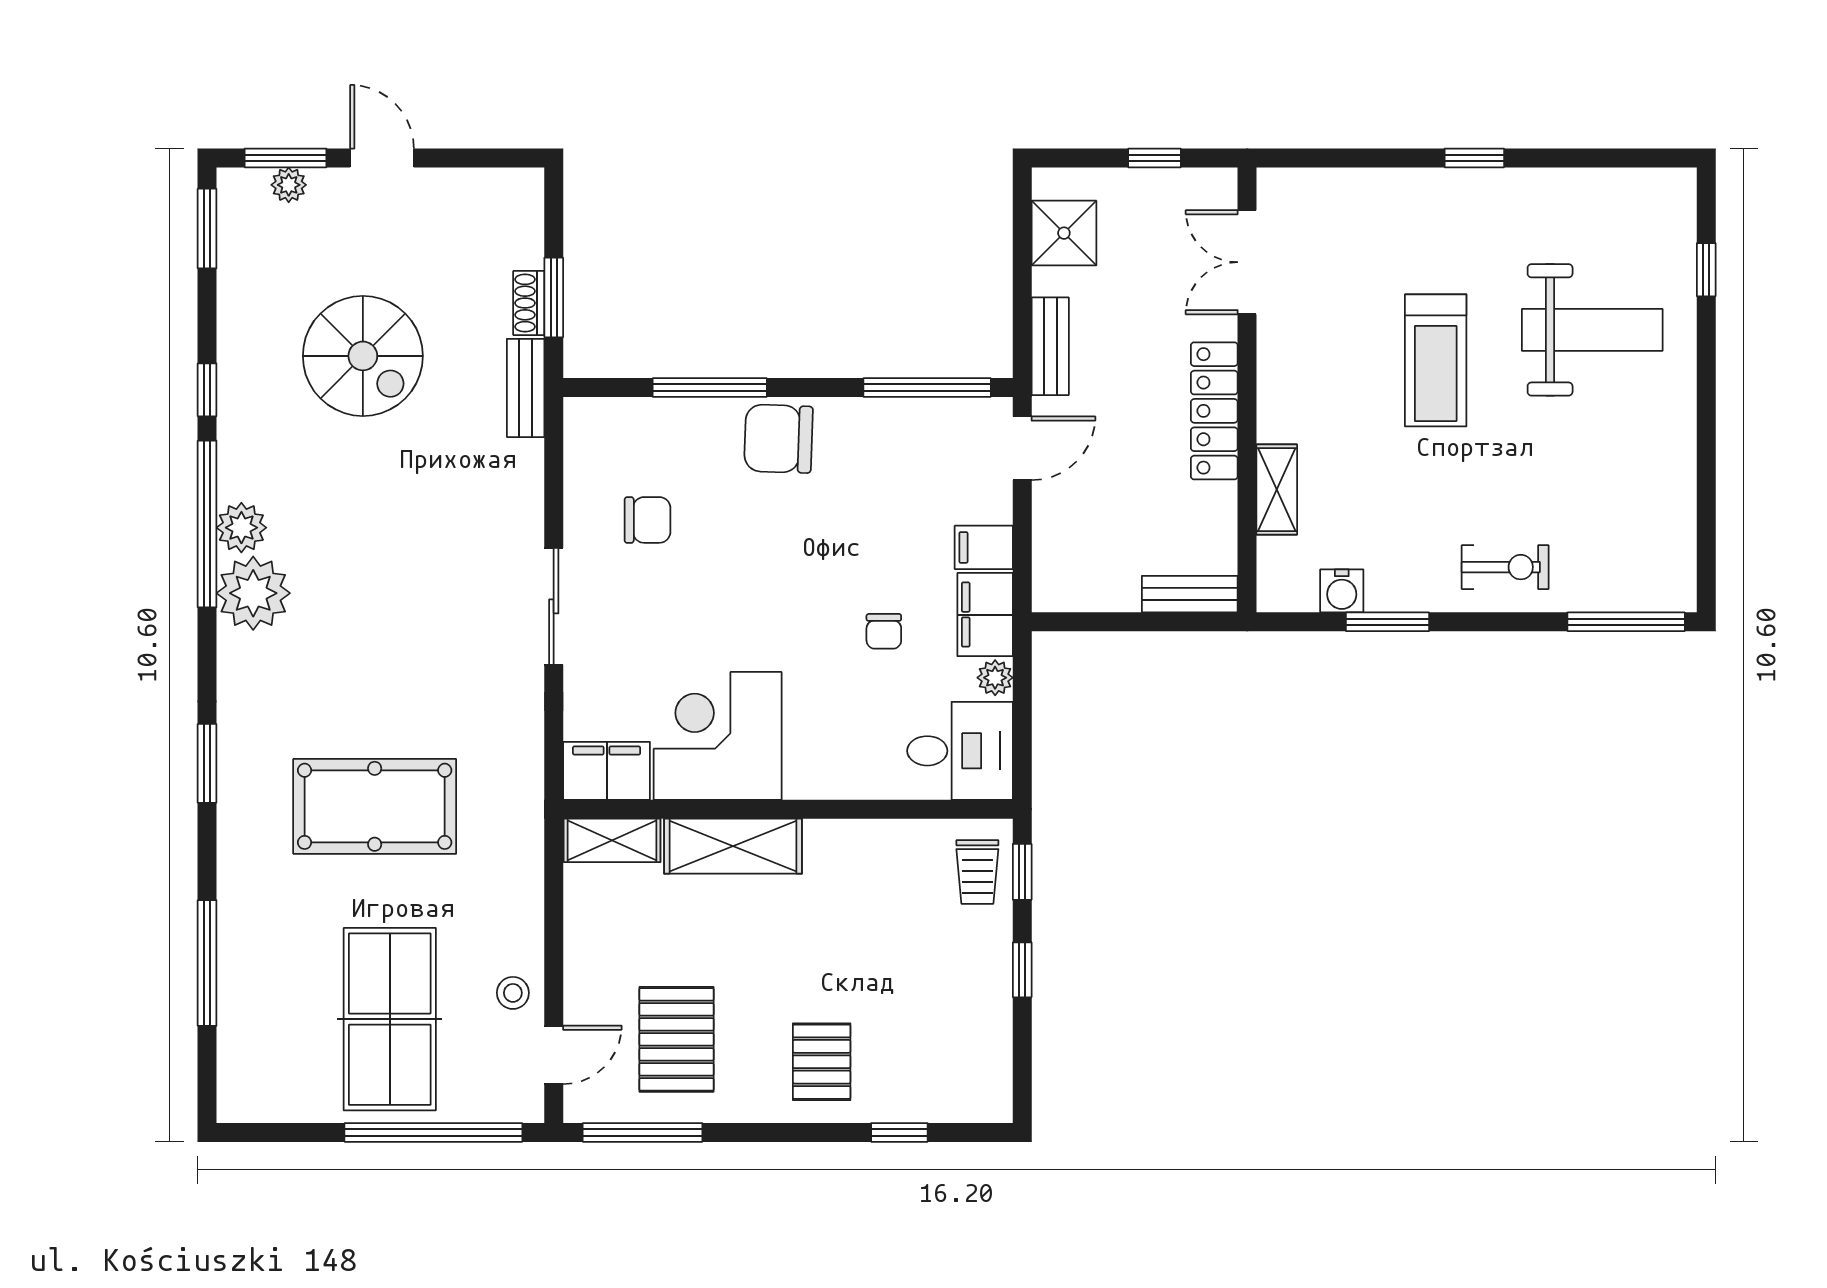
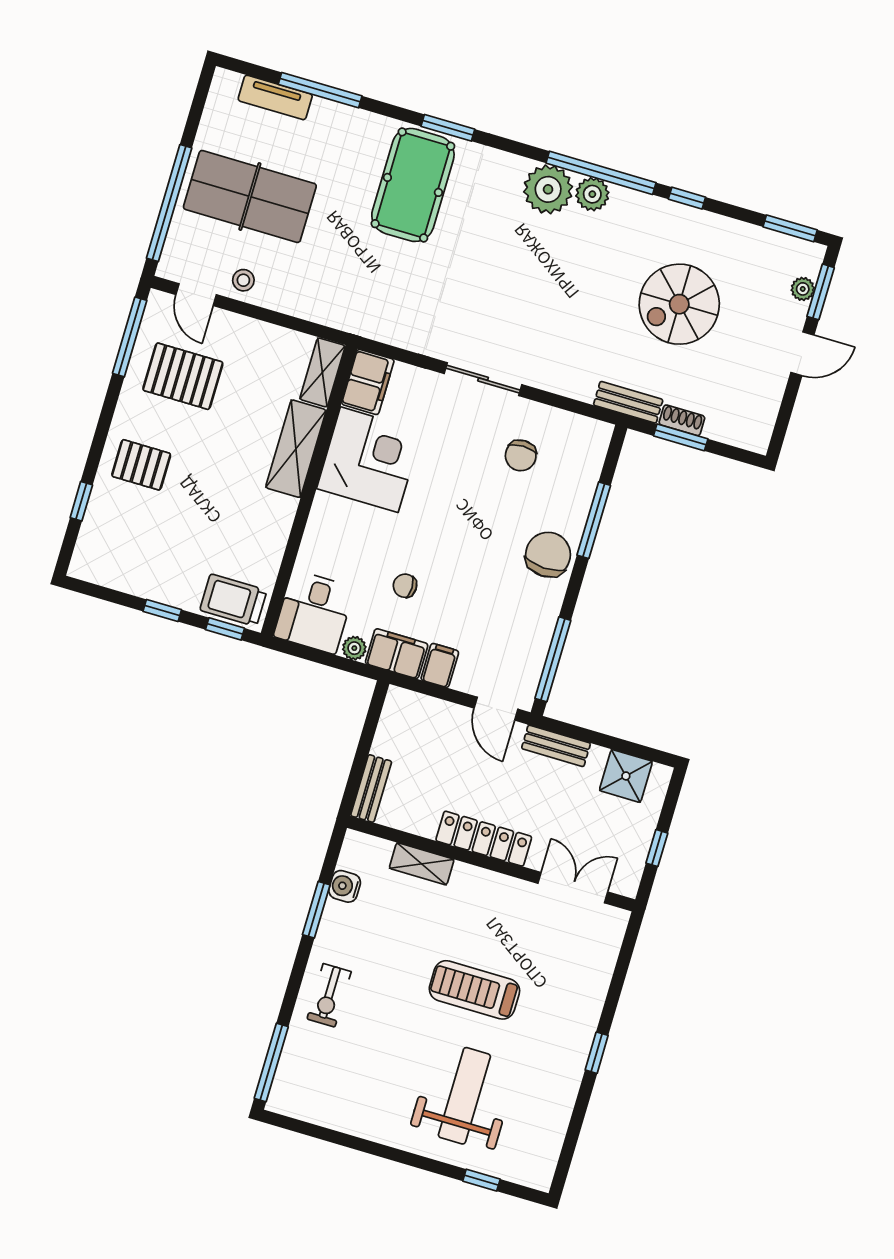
weight bench: (1592, 330) -> (464, 1096), turned 180
pool table: (375, 806) -> (413, 185), moved
trolley: (977, 872) -> (233, 600), width x1.36, depth x1.39
tv unit: (237, 1025) -> (275, 97), added

